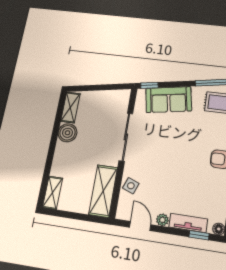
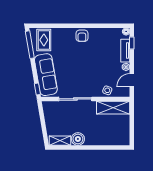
sofa: (169, 100) -> (46, 75), width x1.36
shelving: (53, 193) -> (119, 141), removed

